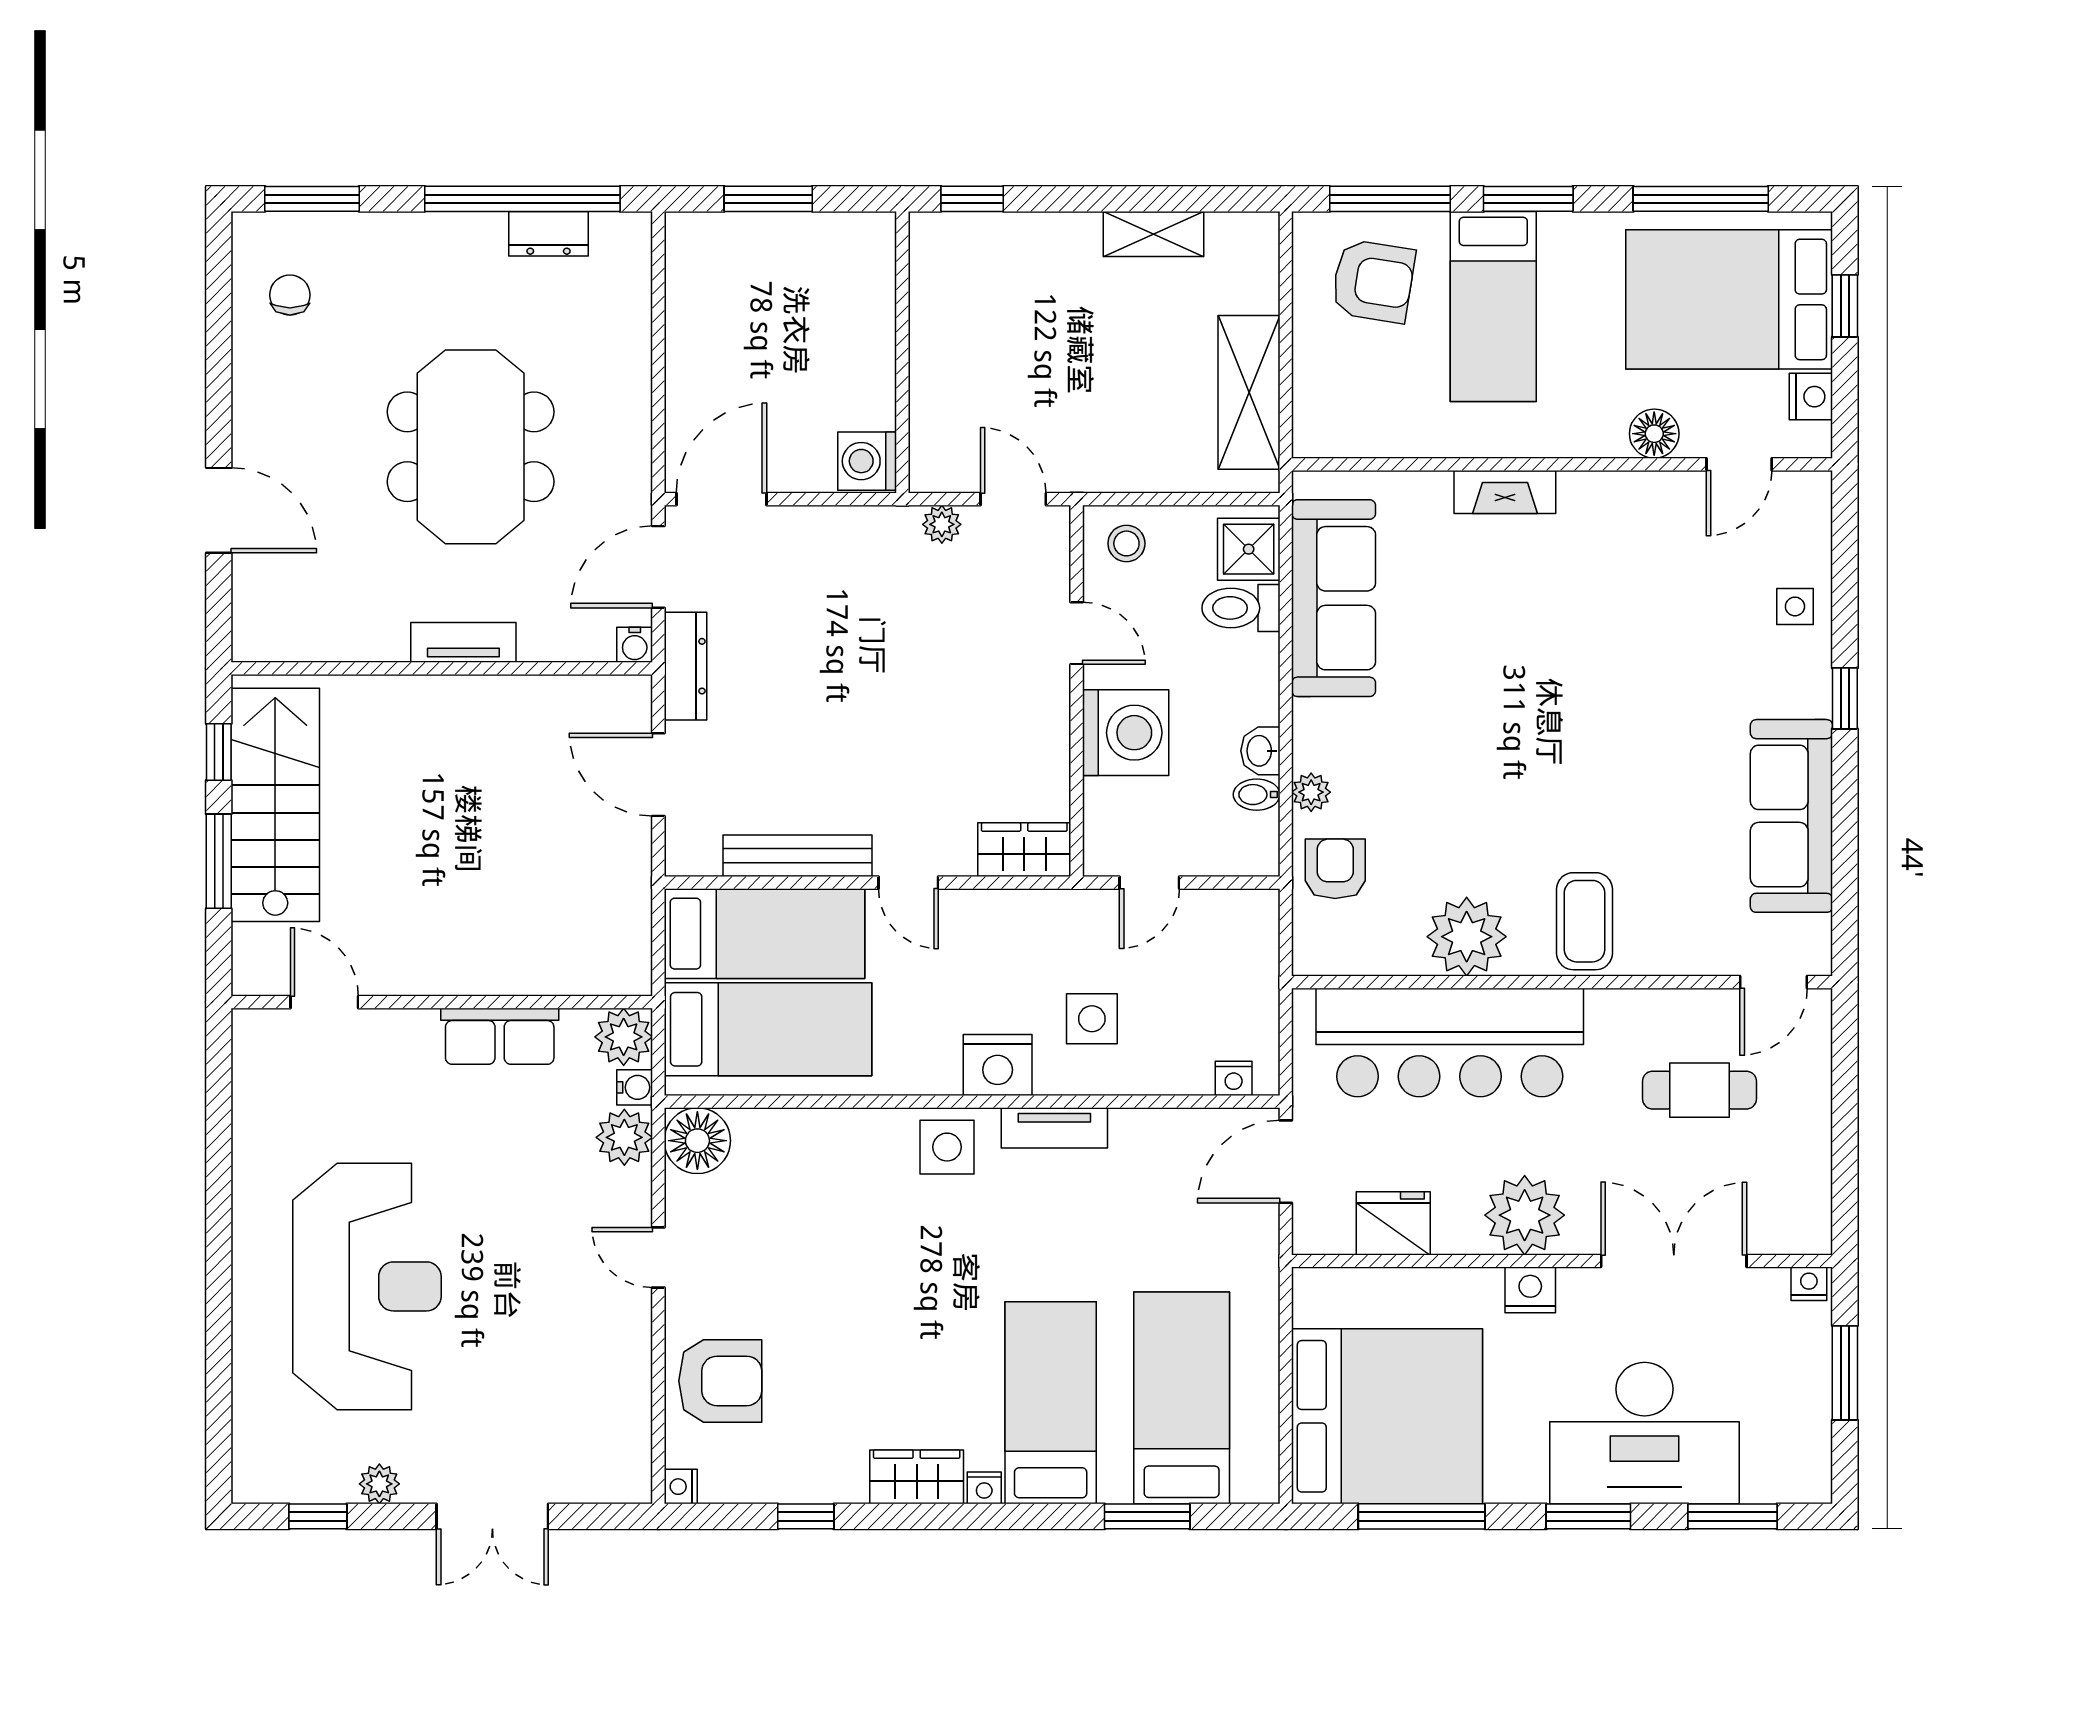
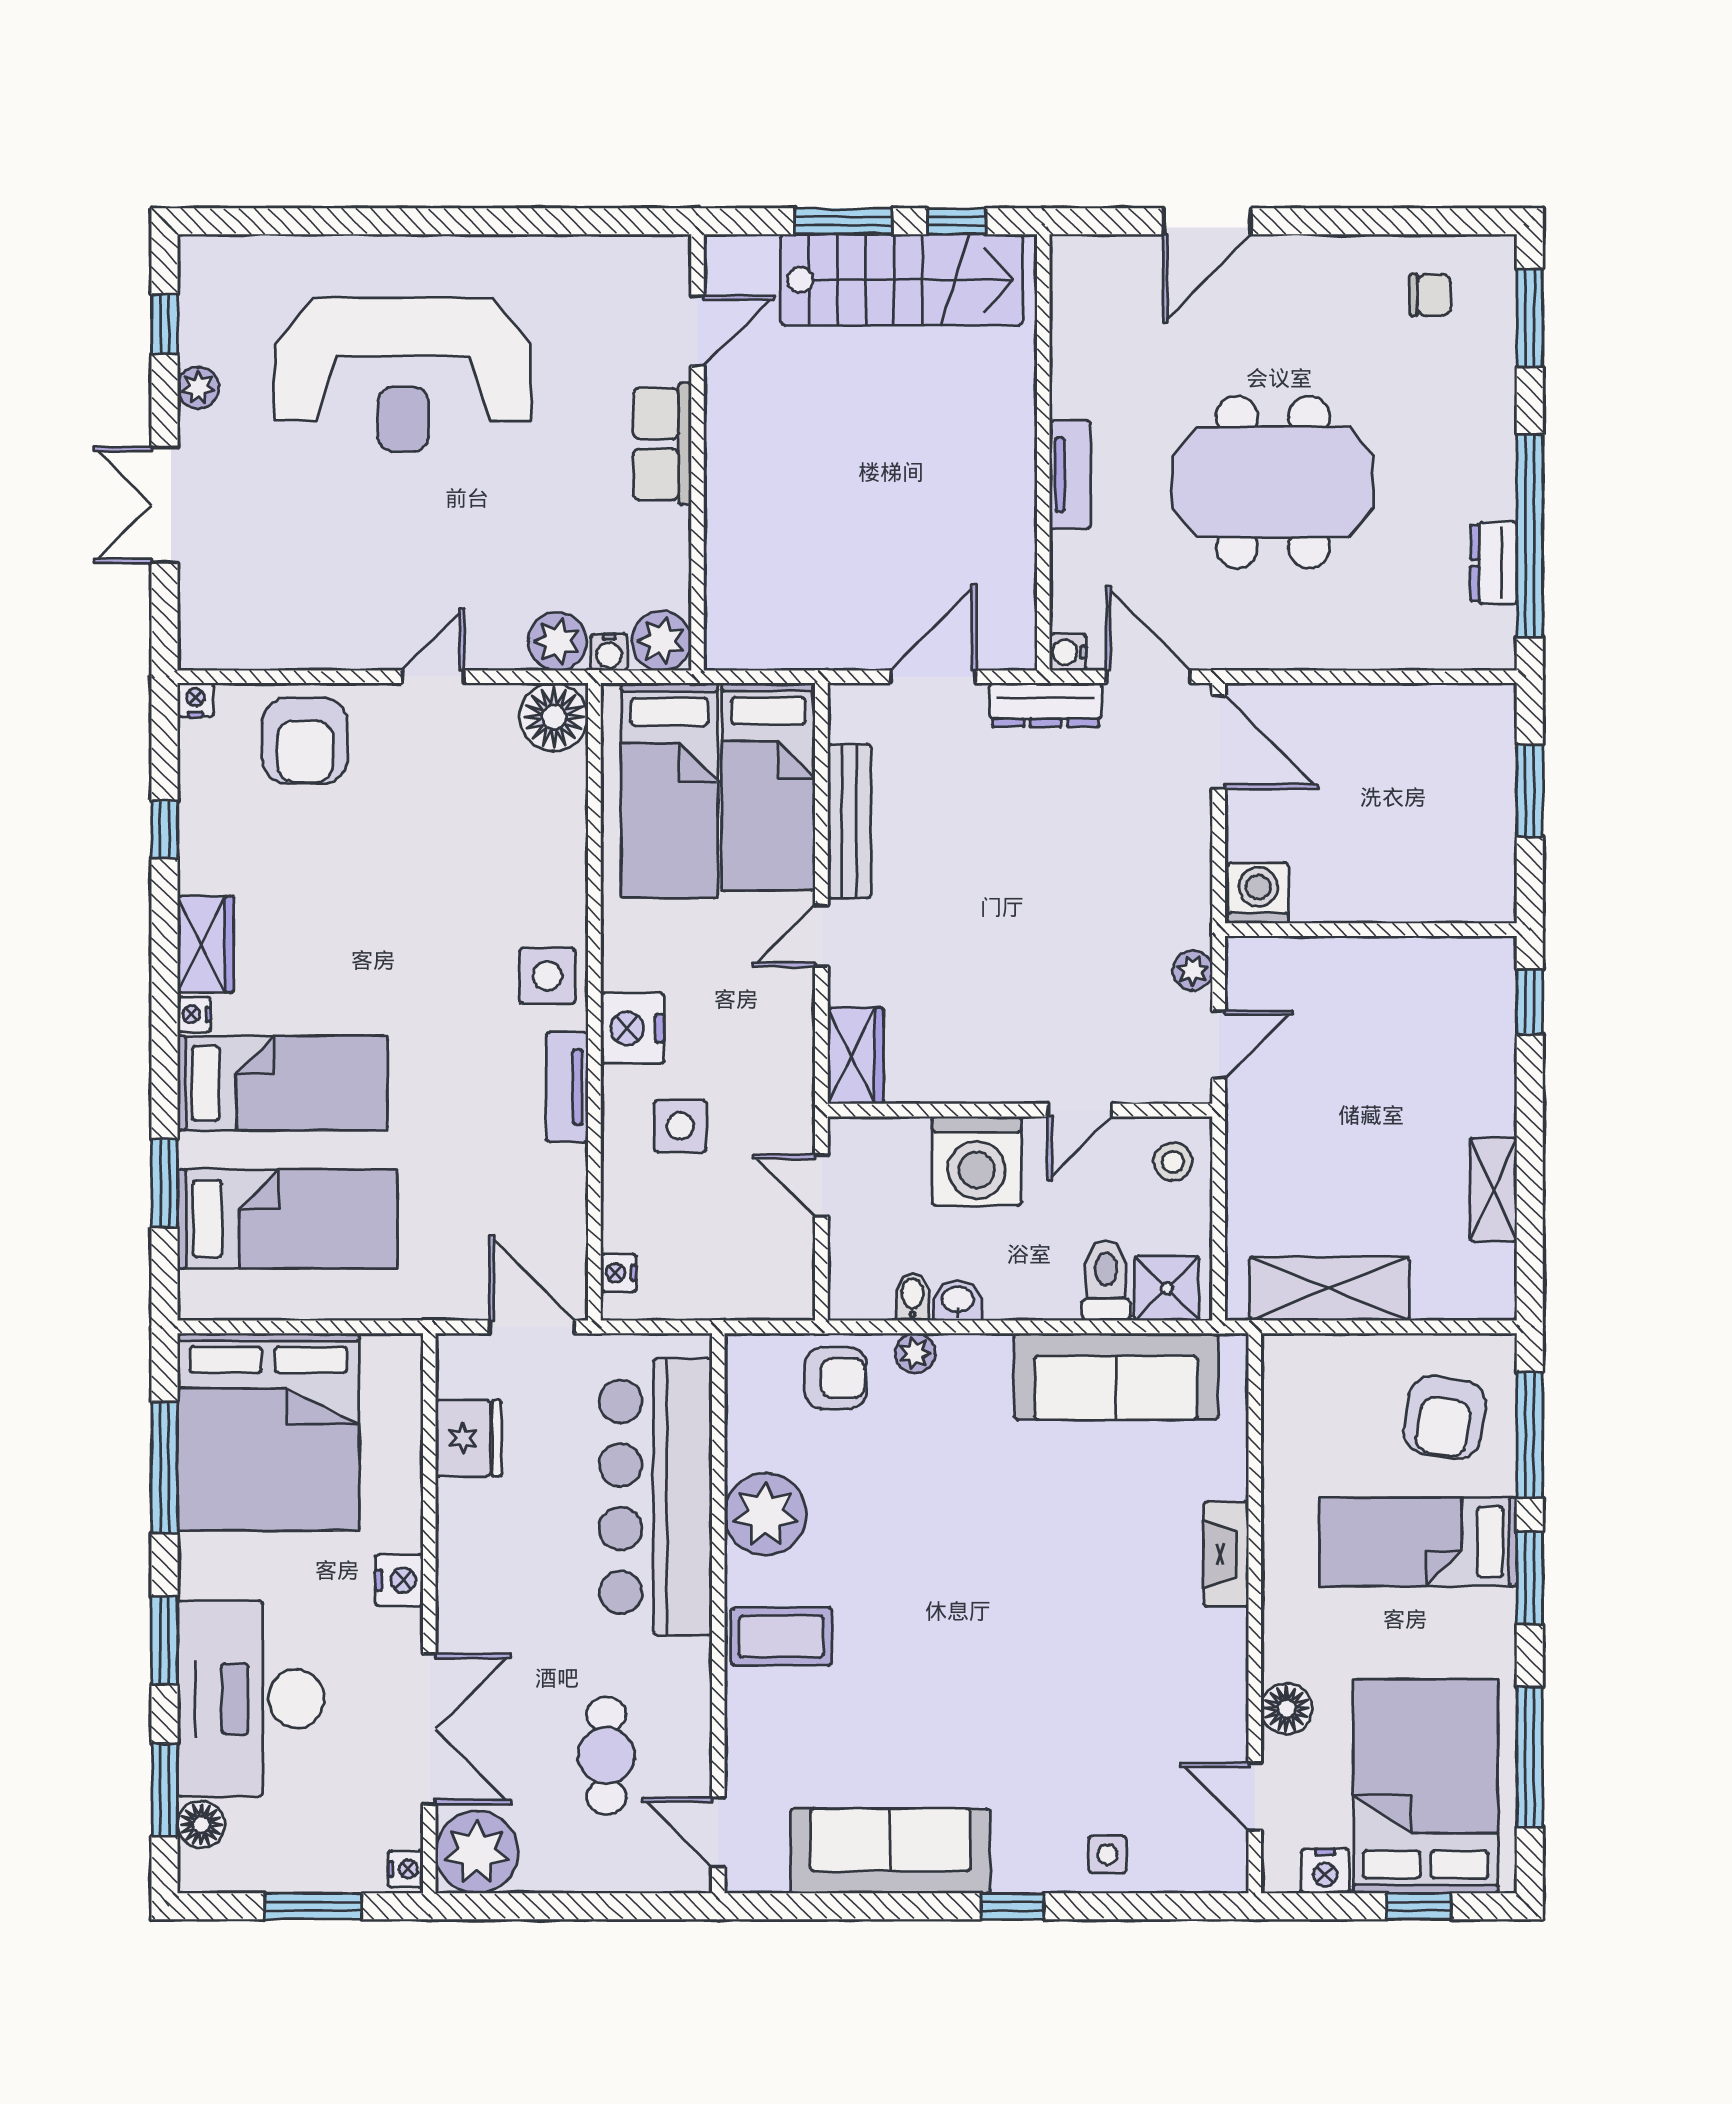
row of seats: (500, 1036) -> (662, 444), moved
plant: (1525, 1215) -> (477, 1852), moved
floor lamp: (1766, 1481) -> (201, 1825), added

